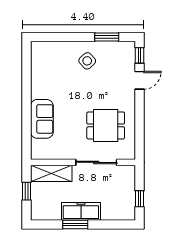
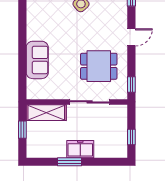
door: (139, 80) -> (131, 37), moved
window: (139, 144) -> (131, 85), added
freezer: (81, 211) -> (80, 149), width x0.71

